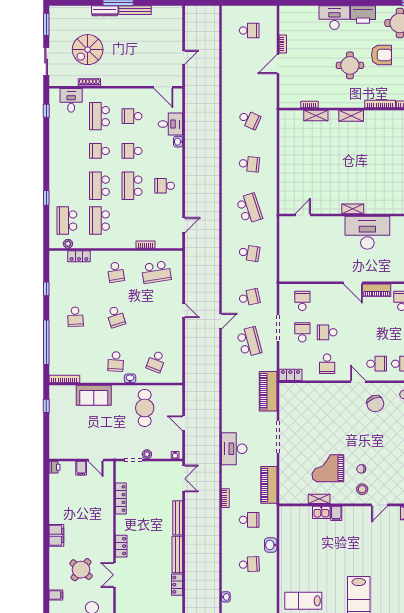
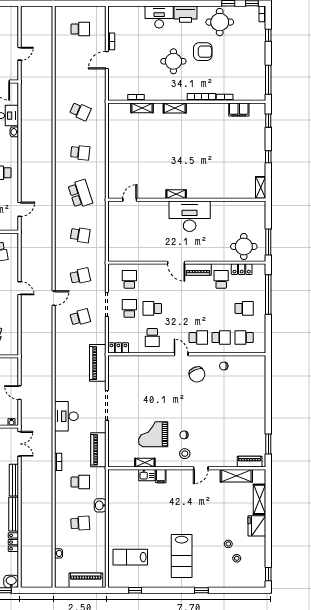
school desk: (249, 342) -> (80, 317), width x0.54

